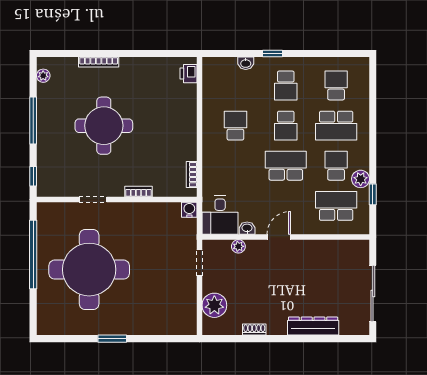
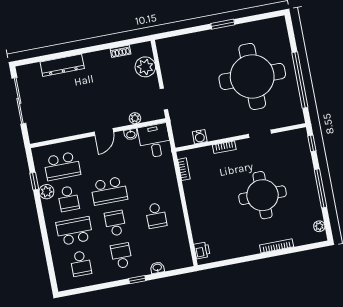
water cooler: (189, 210) -> (200, 137), moved
shoe rack: (254, 329) -> (120, 51), moved

